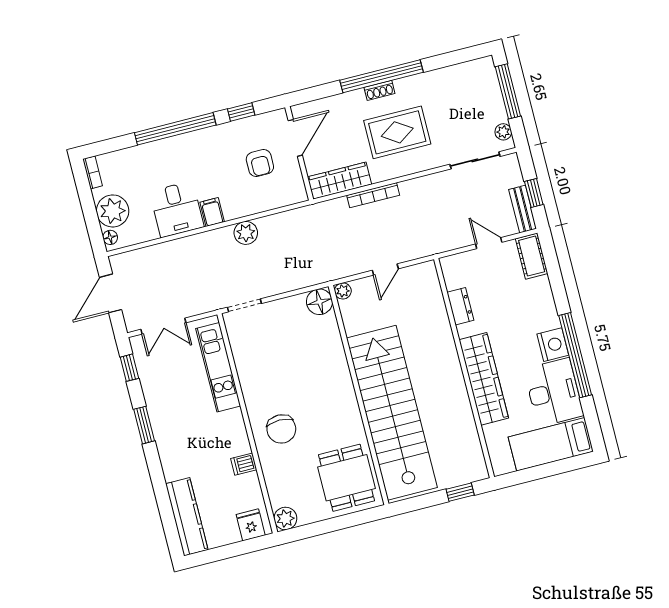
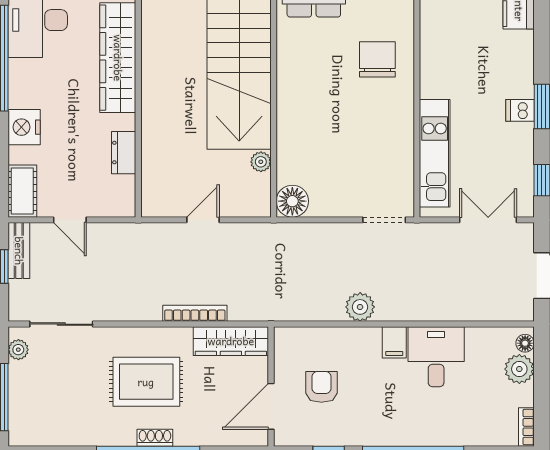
plant: (113, 211) -> (519, 369), width x0.73, depth x0.73
plant: (343, 291) -> (261, 162), moved
nightstand: (553, 345) -> (24, 127), moved
dishwasher: (244, 464) -> (520, 110), moved, turned 180

